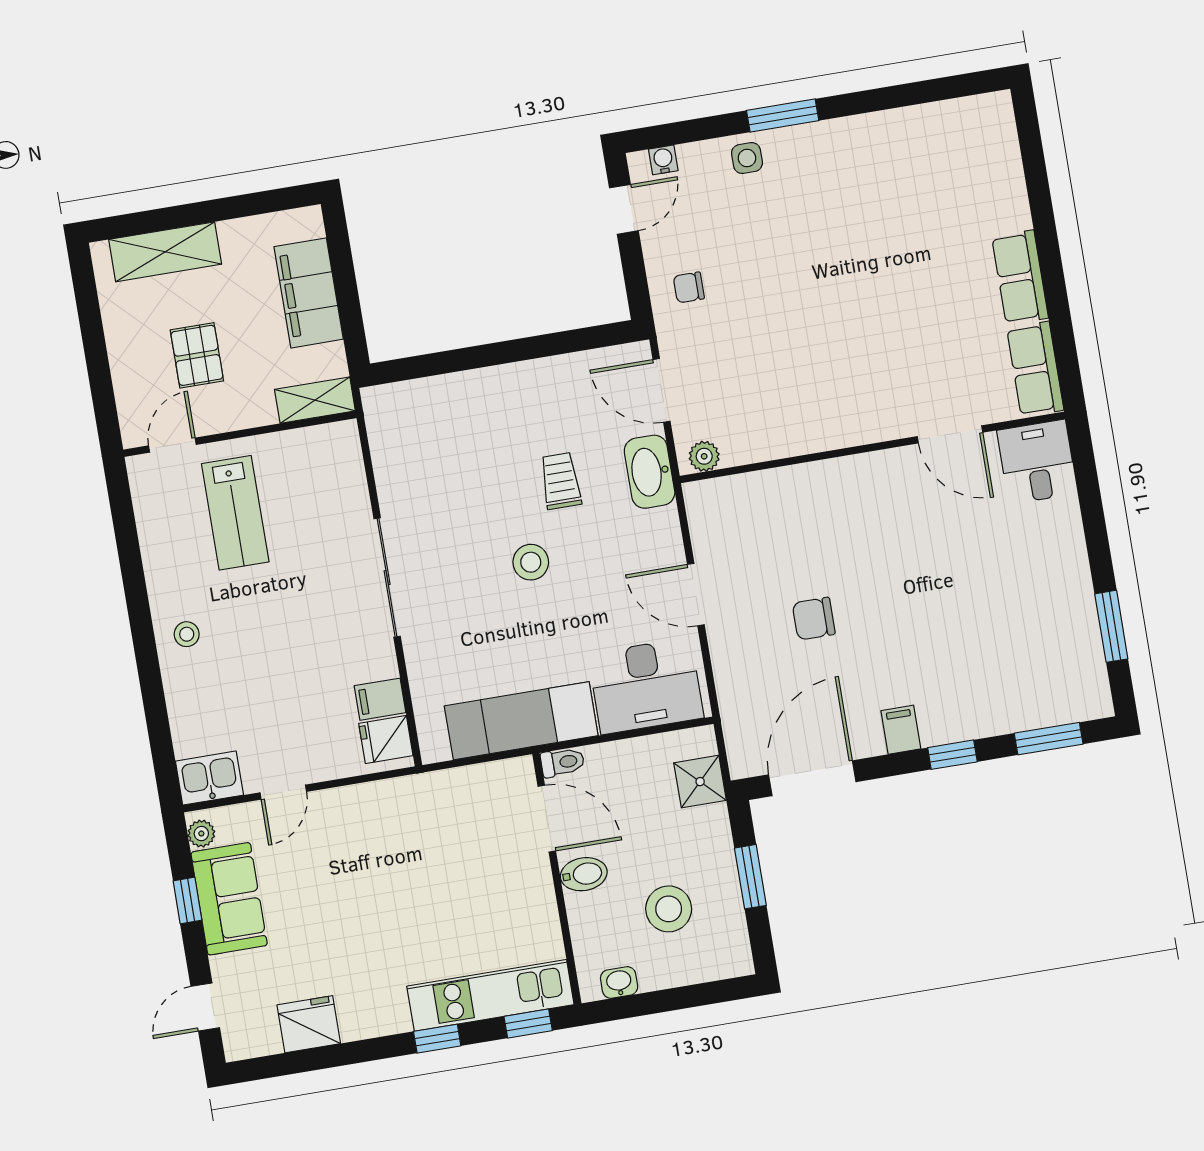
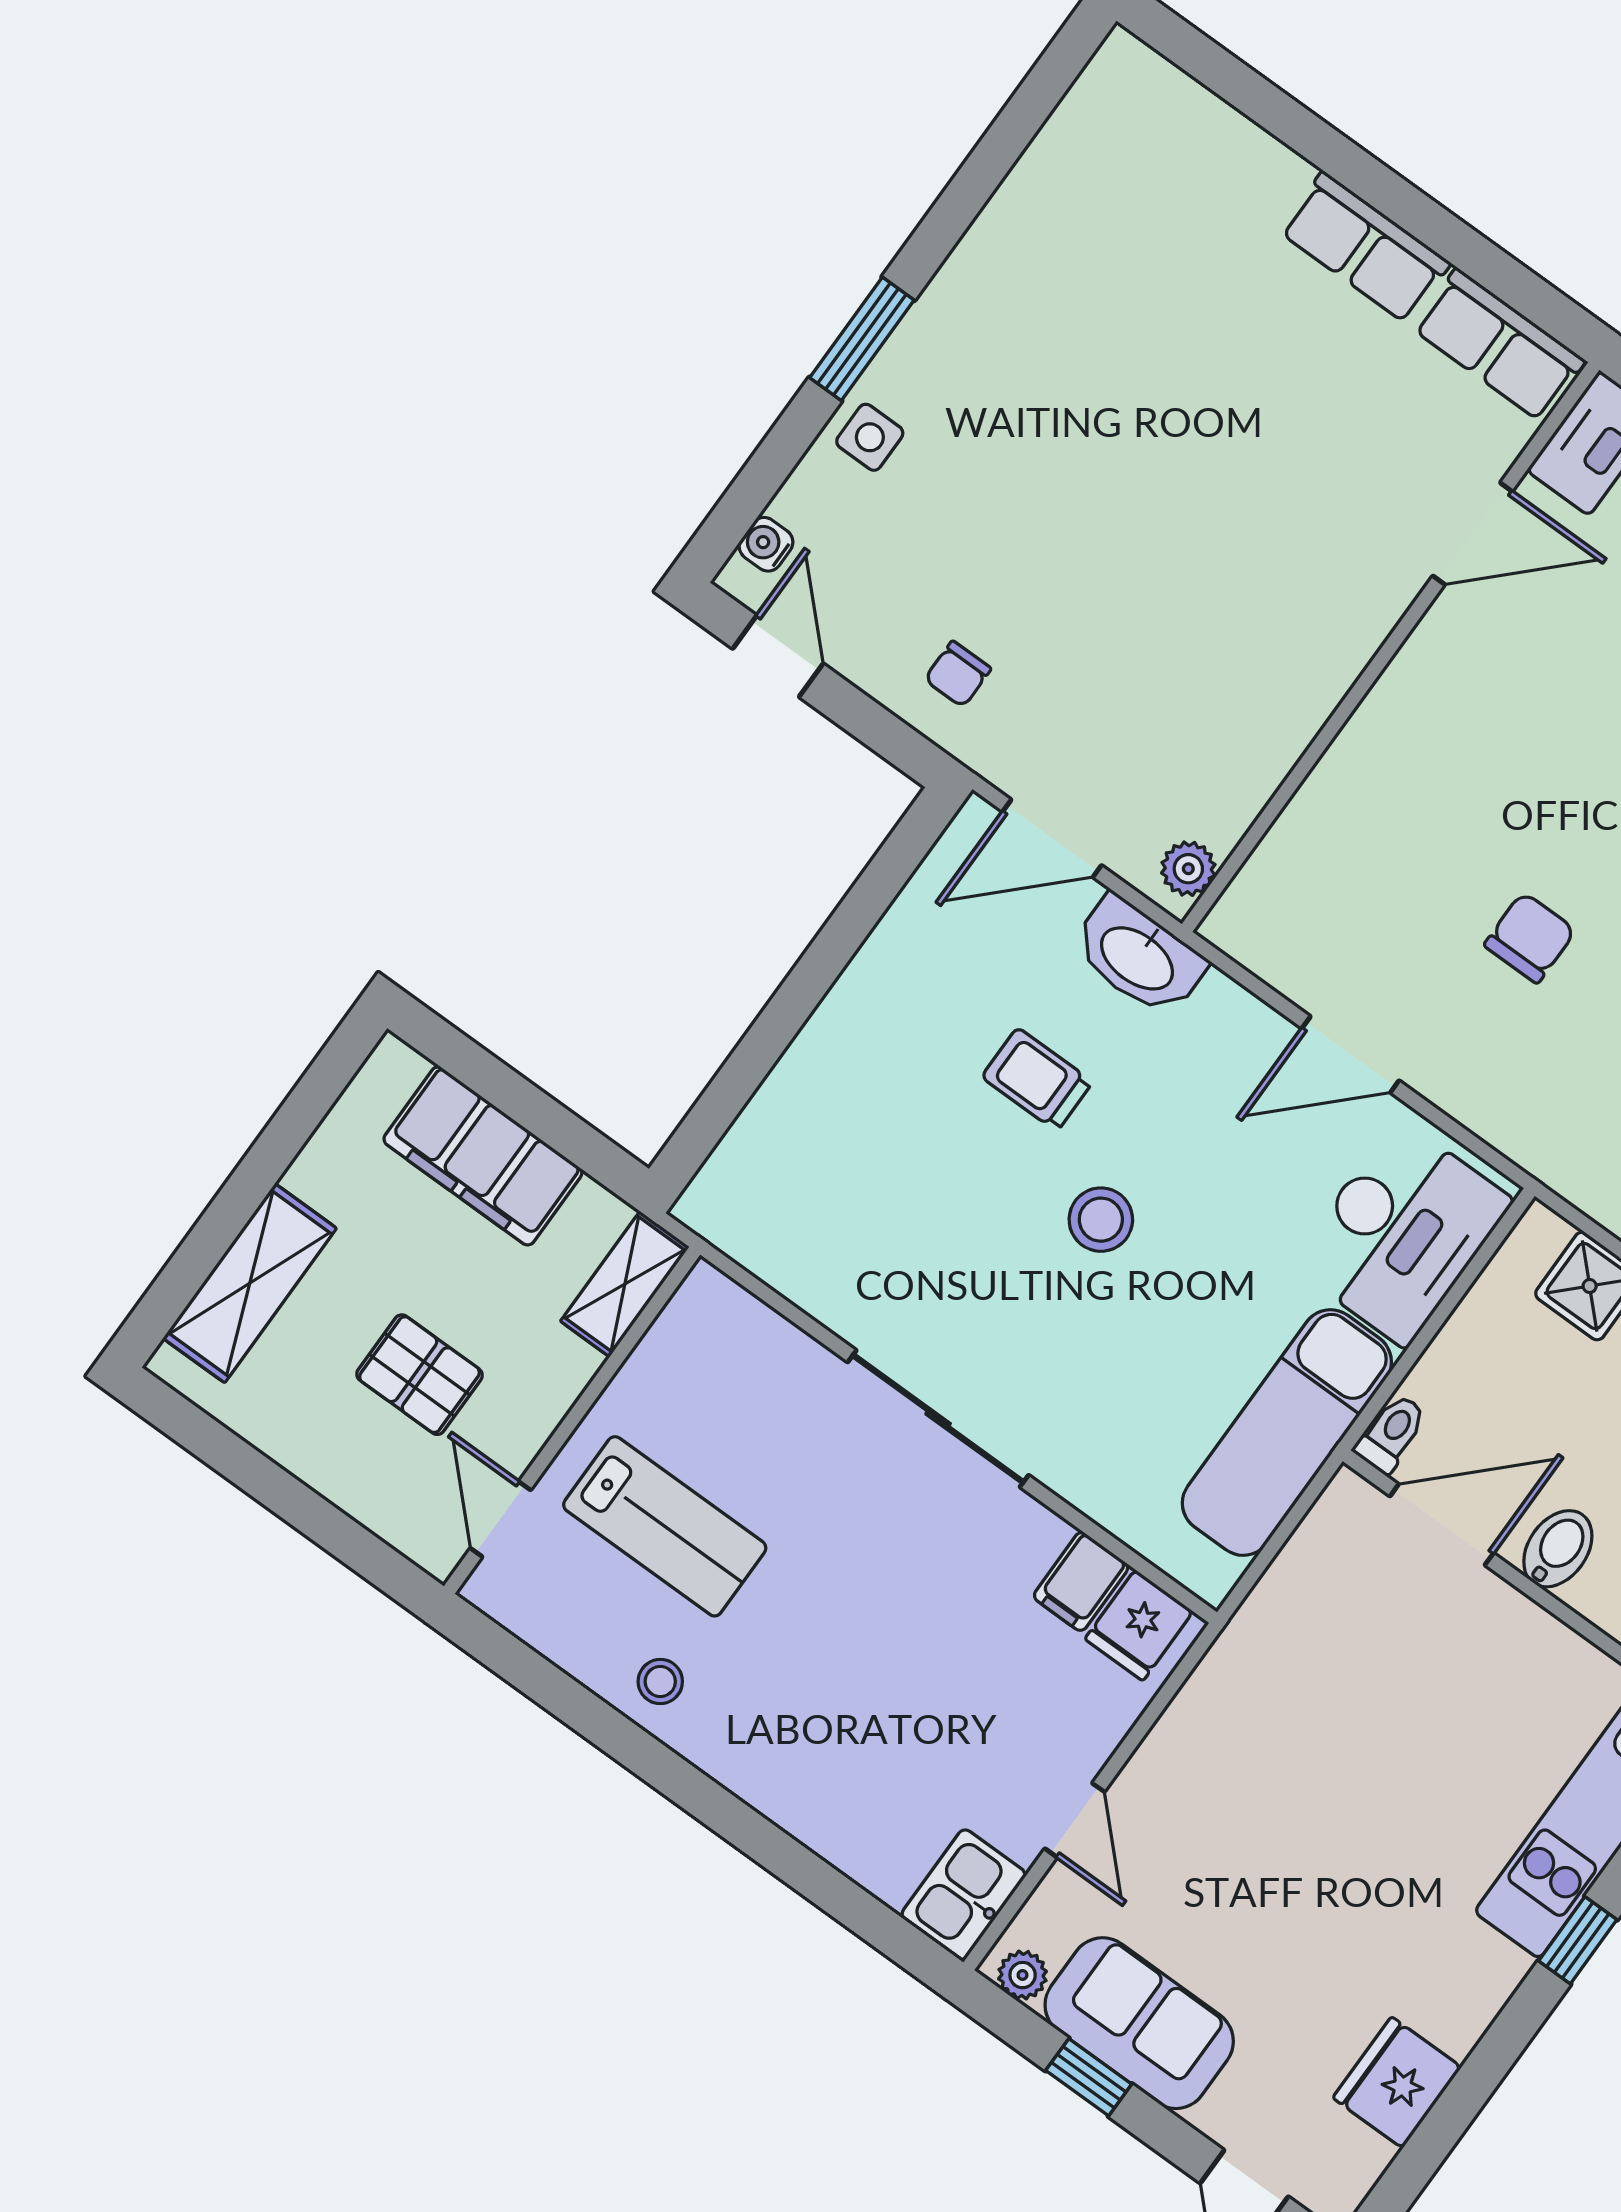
chair: (814, 619) -> (1530, 938), turned 180
stool: (187, 634) -> (660, 1682), moved

